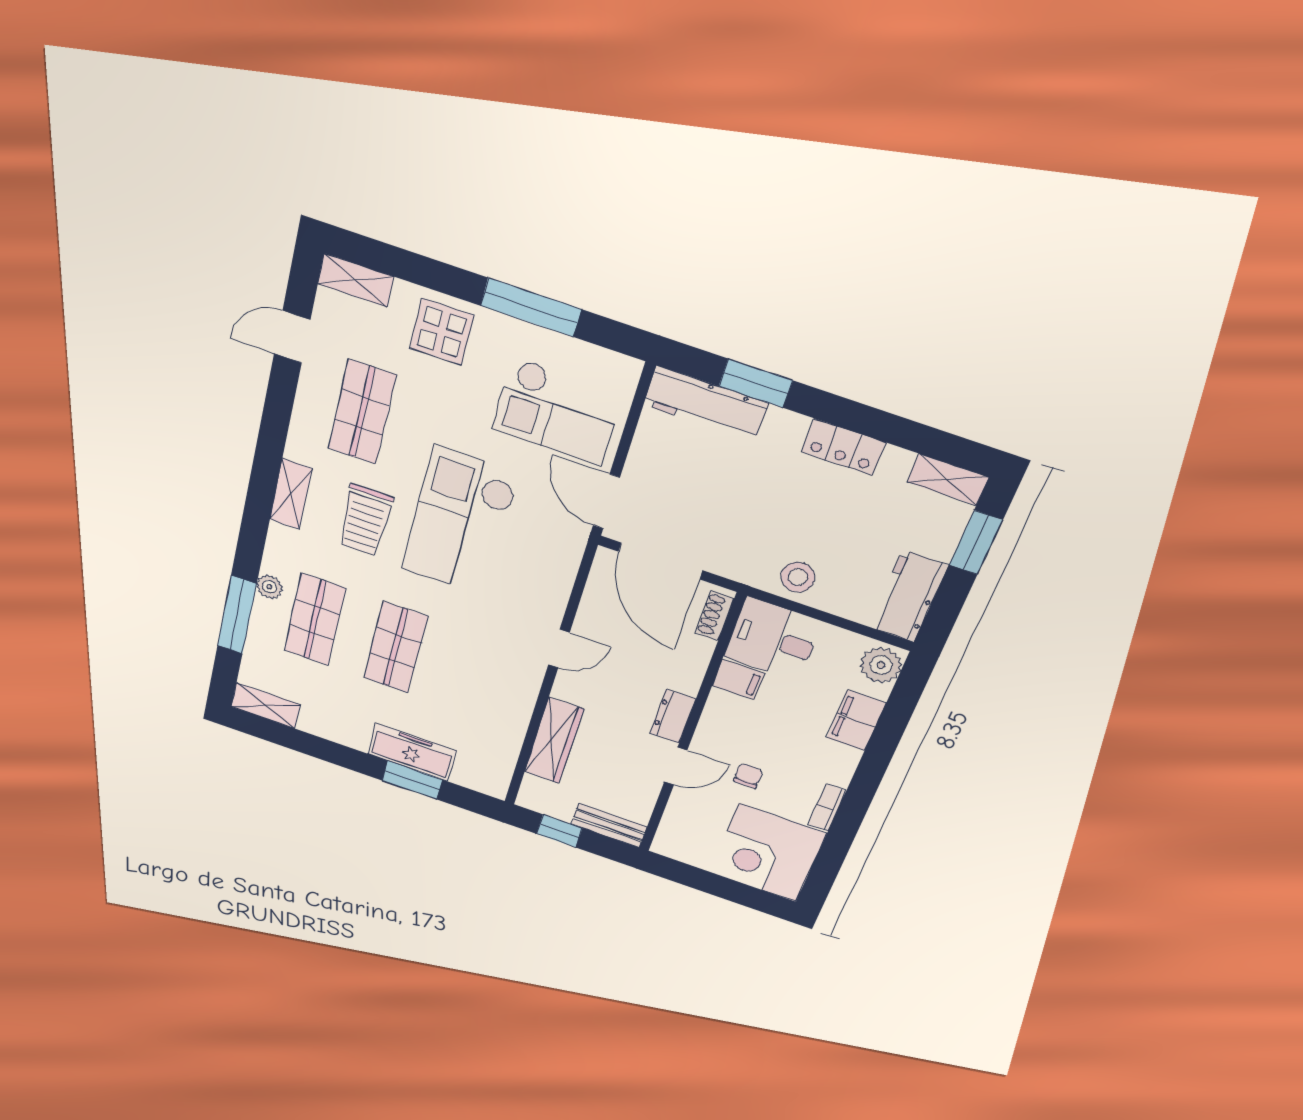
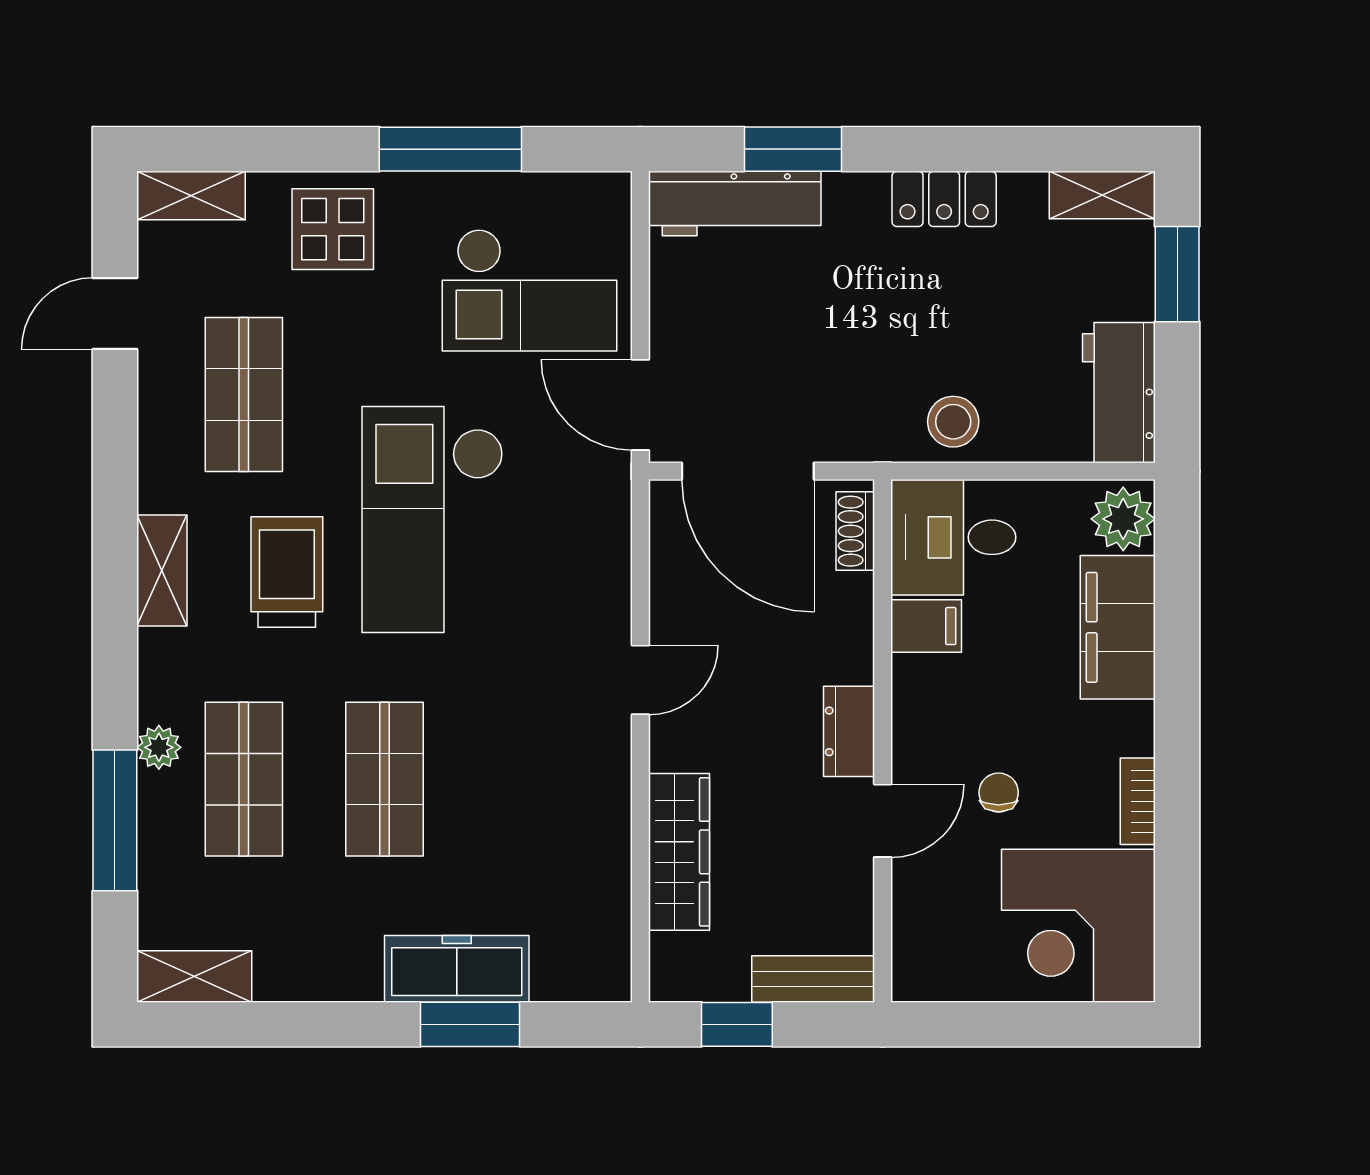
trolley: (365, 520) -> (287, 572), turned 180
filing cabinet: (856, 720) -> (1118, 627), width x1.50, depth x1.17

